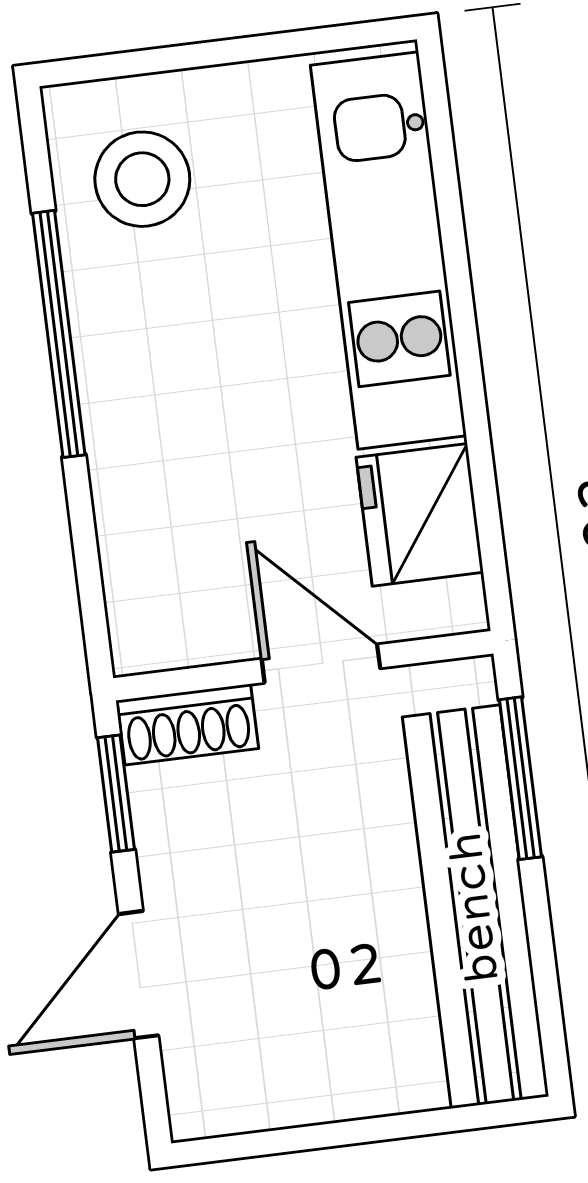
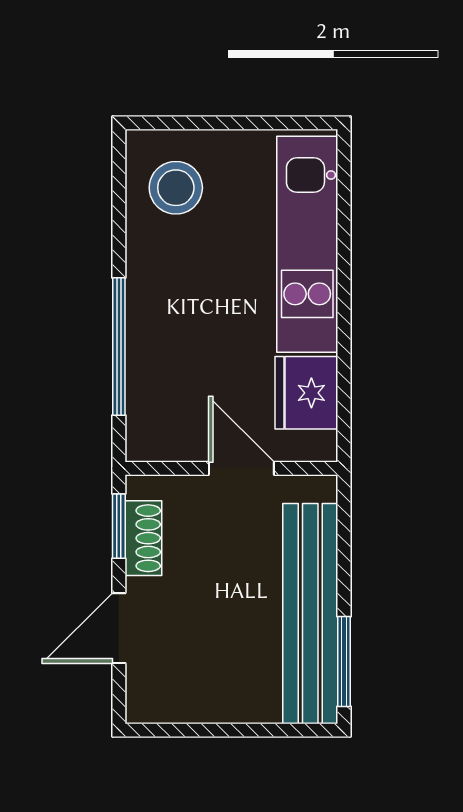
window: (59, 334) -> (119, 346), moved
shoe rack: (188, 724) -> (143, 538), moved, turned -90
window: (520, 778) -> (344, 661), moved

